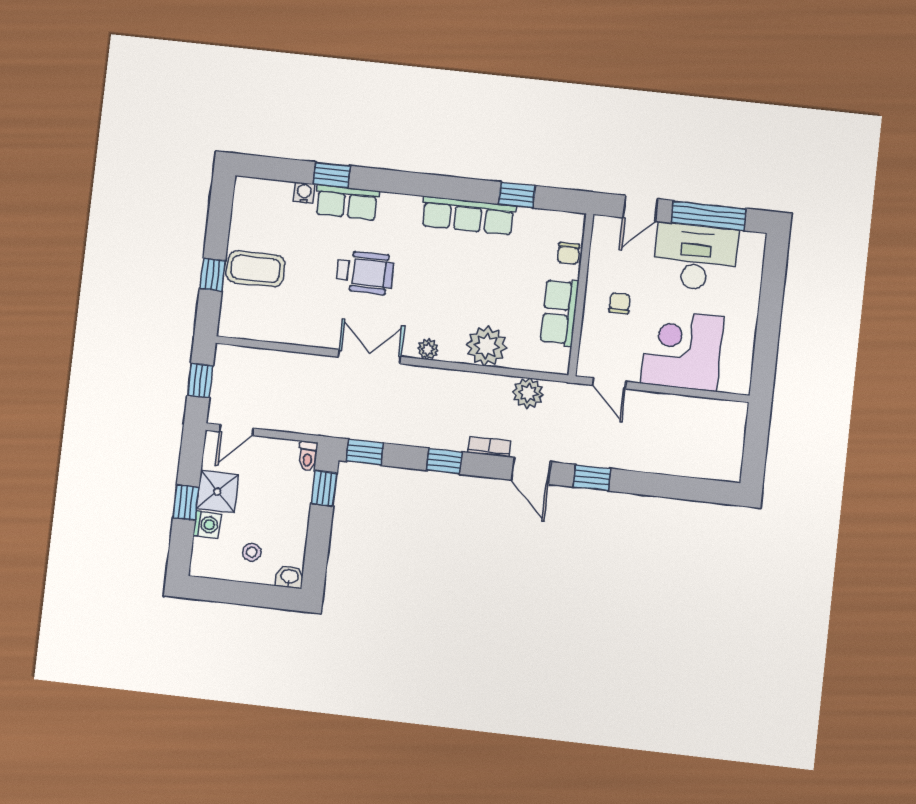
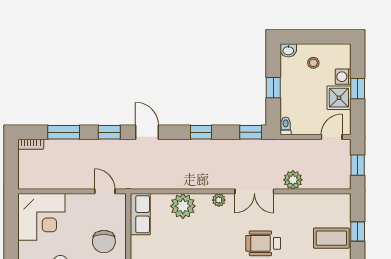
chair: (620, 303) -> (104, 242), width x1.87, depth x1.87
row of seats: (560, 312) -> (140, 214), moved
corner desk: (682, 350) -> (41, 217), moved
plant: (528, 393) -> (293, 180), moved
bookcase: (489, 447) -> (31, 144), moved
window: (665, 486) -> (64, 132), added
window: (324, 488) -> (273, 88), moved

